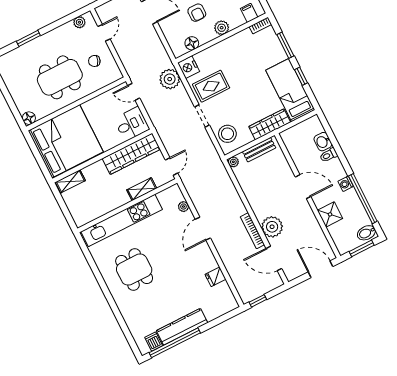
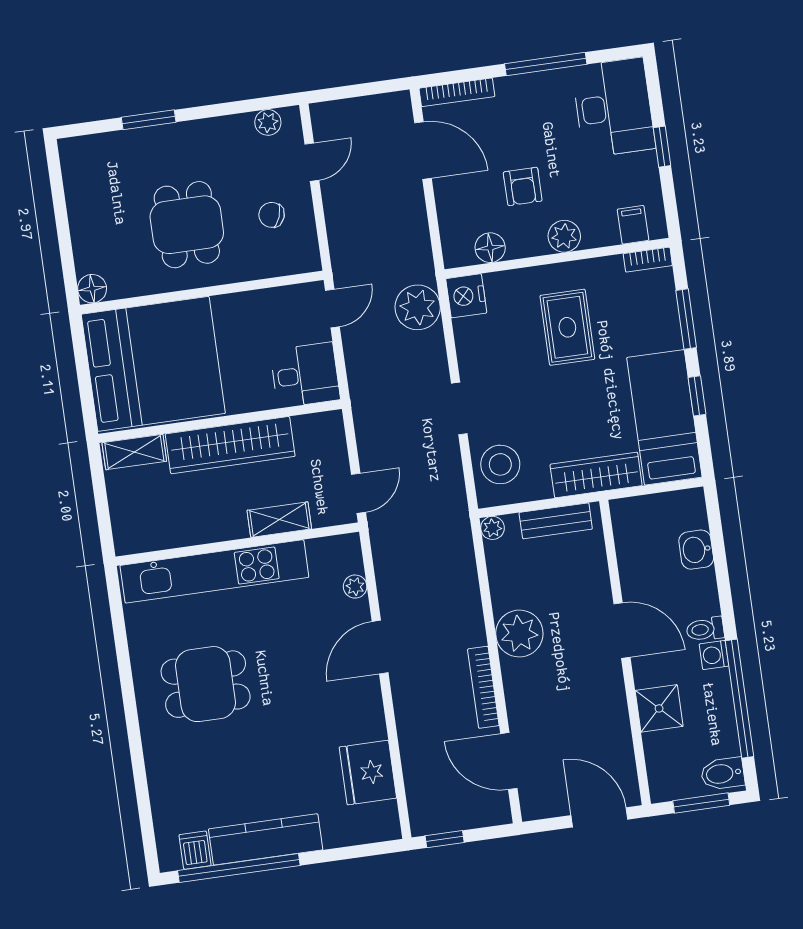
dining table: (60, 77) -> (187, 225), width x0.73
rug: (211, 86) -> (567, 327), moved, turned 90
door: (134, 92) -> (332, 309), swing flipped
wardrobe: (131, 154) -> (230, 445), moved
toilet: (329, 155) -> (705, 629), moved
plant: (272, 227) -> (519, 634), moved
dining table: (134, 270) -> (206, 684), turned 90
fridge: (215, 277) -> (368, 773), width x1.88, depth x1.34

